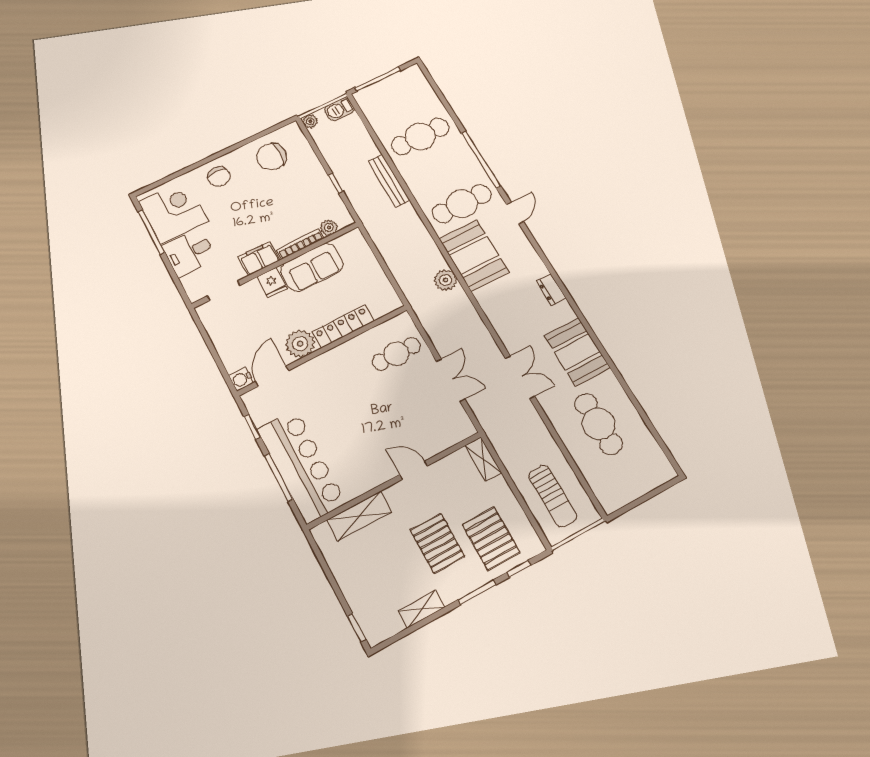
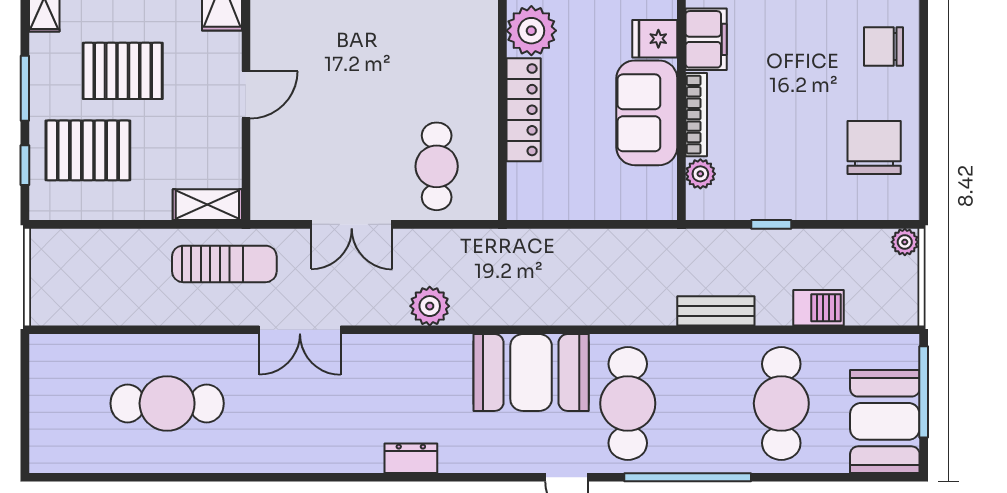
barbecue: (339, 109) -> (819, 308), moved, turned 90
bench: (389, 181) -> (716, 311), width x0.73
plant: (446, 280) -> (430, 306), moved
booth: (577, 352) -> (885, 421), moved, turned 90
sun lounger: (553, 496) -> (224, 264), moved, turned 180

